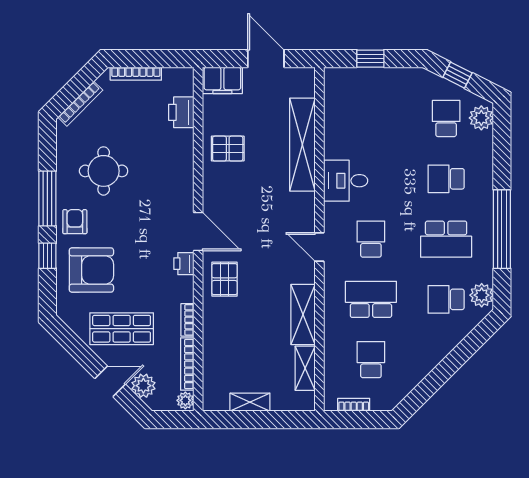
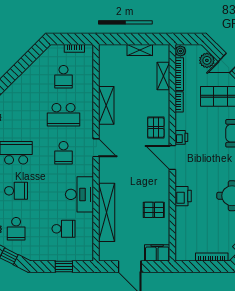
printer: (181, 112) -> (183, 196), moved
desk: (346, 181) -> (79, 194), width x1.37
school desk: (446, 299) -> (63, 229), moved
shelving: (305, 368) -> (163, 76), moved

